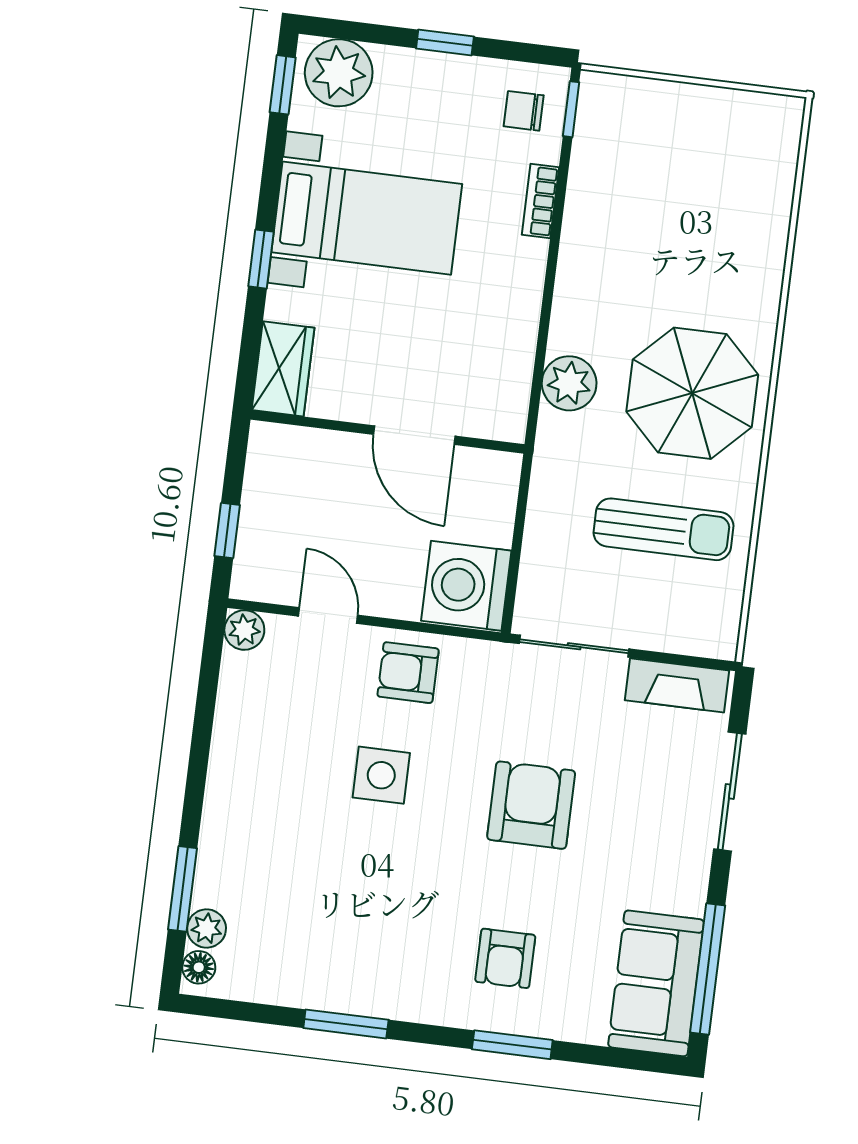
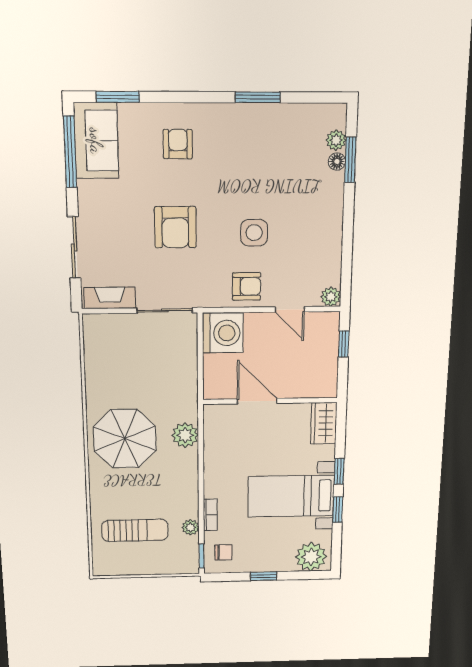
window: (283, 85) -> (338, 510), moved
plant: (585, 179) -> (190, 527), added
sun lounger: (664, 529) -> (135, 530), moved, turned 180
floor lamp: (199, 967) -> (337, 162), moved
window: (512, 1045) -> (118, 97), moved

